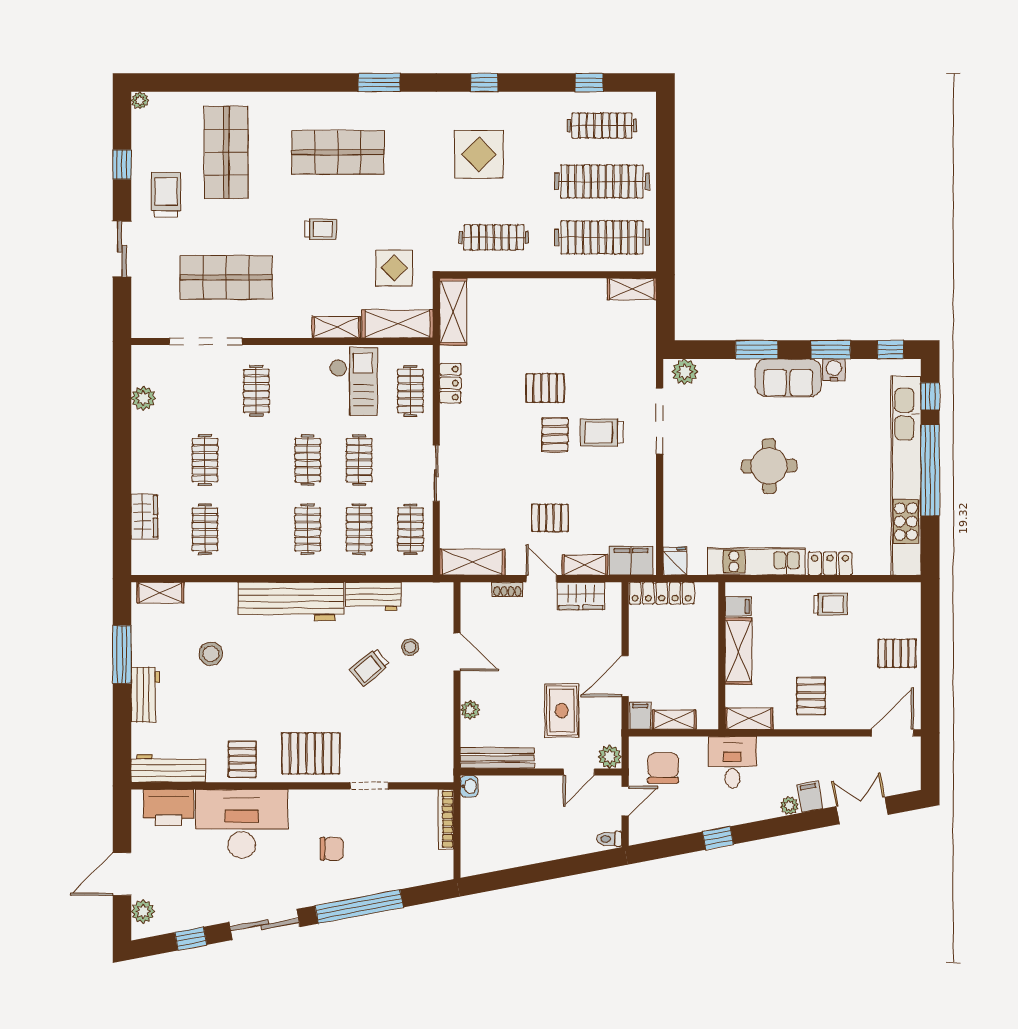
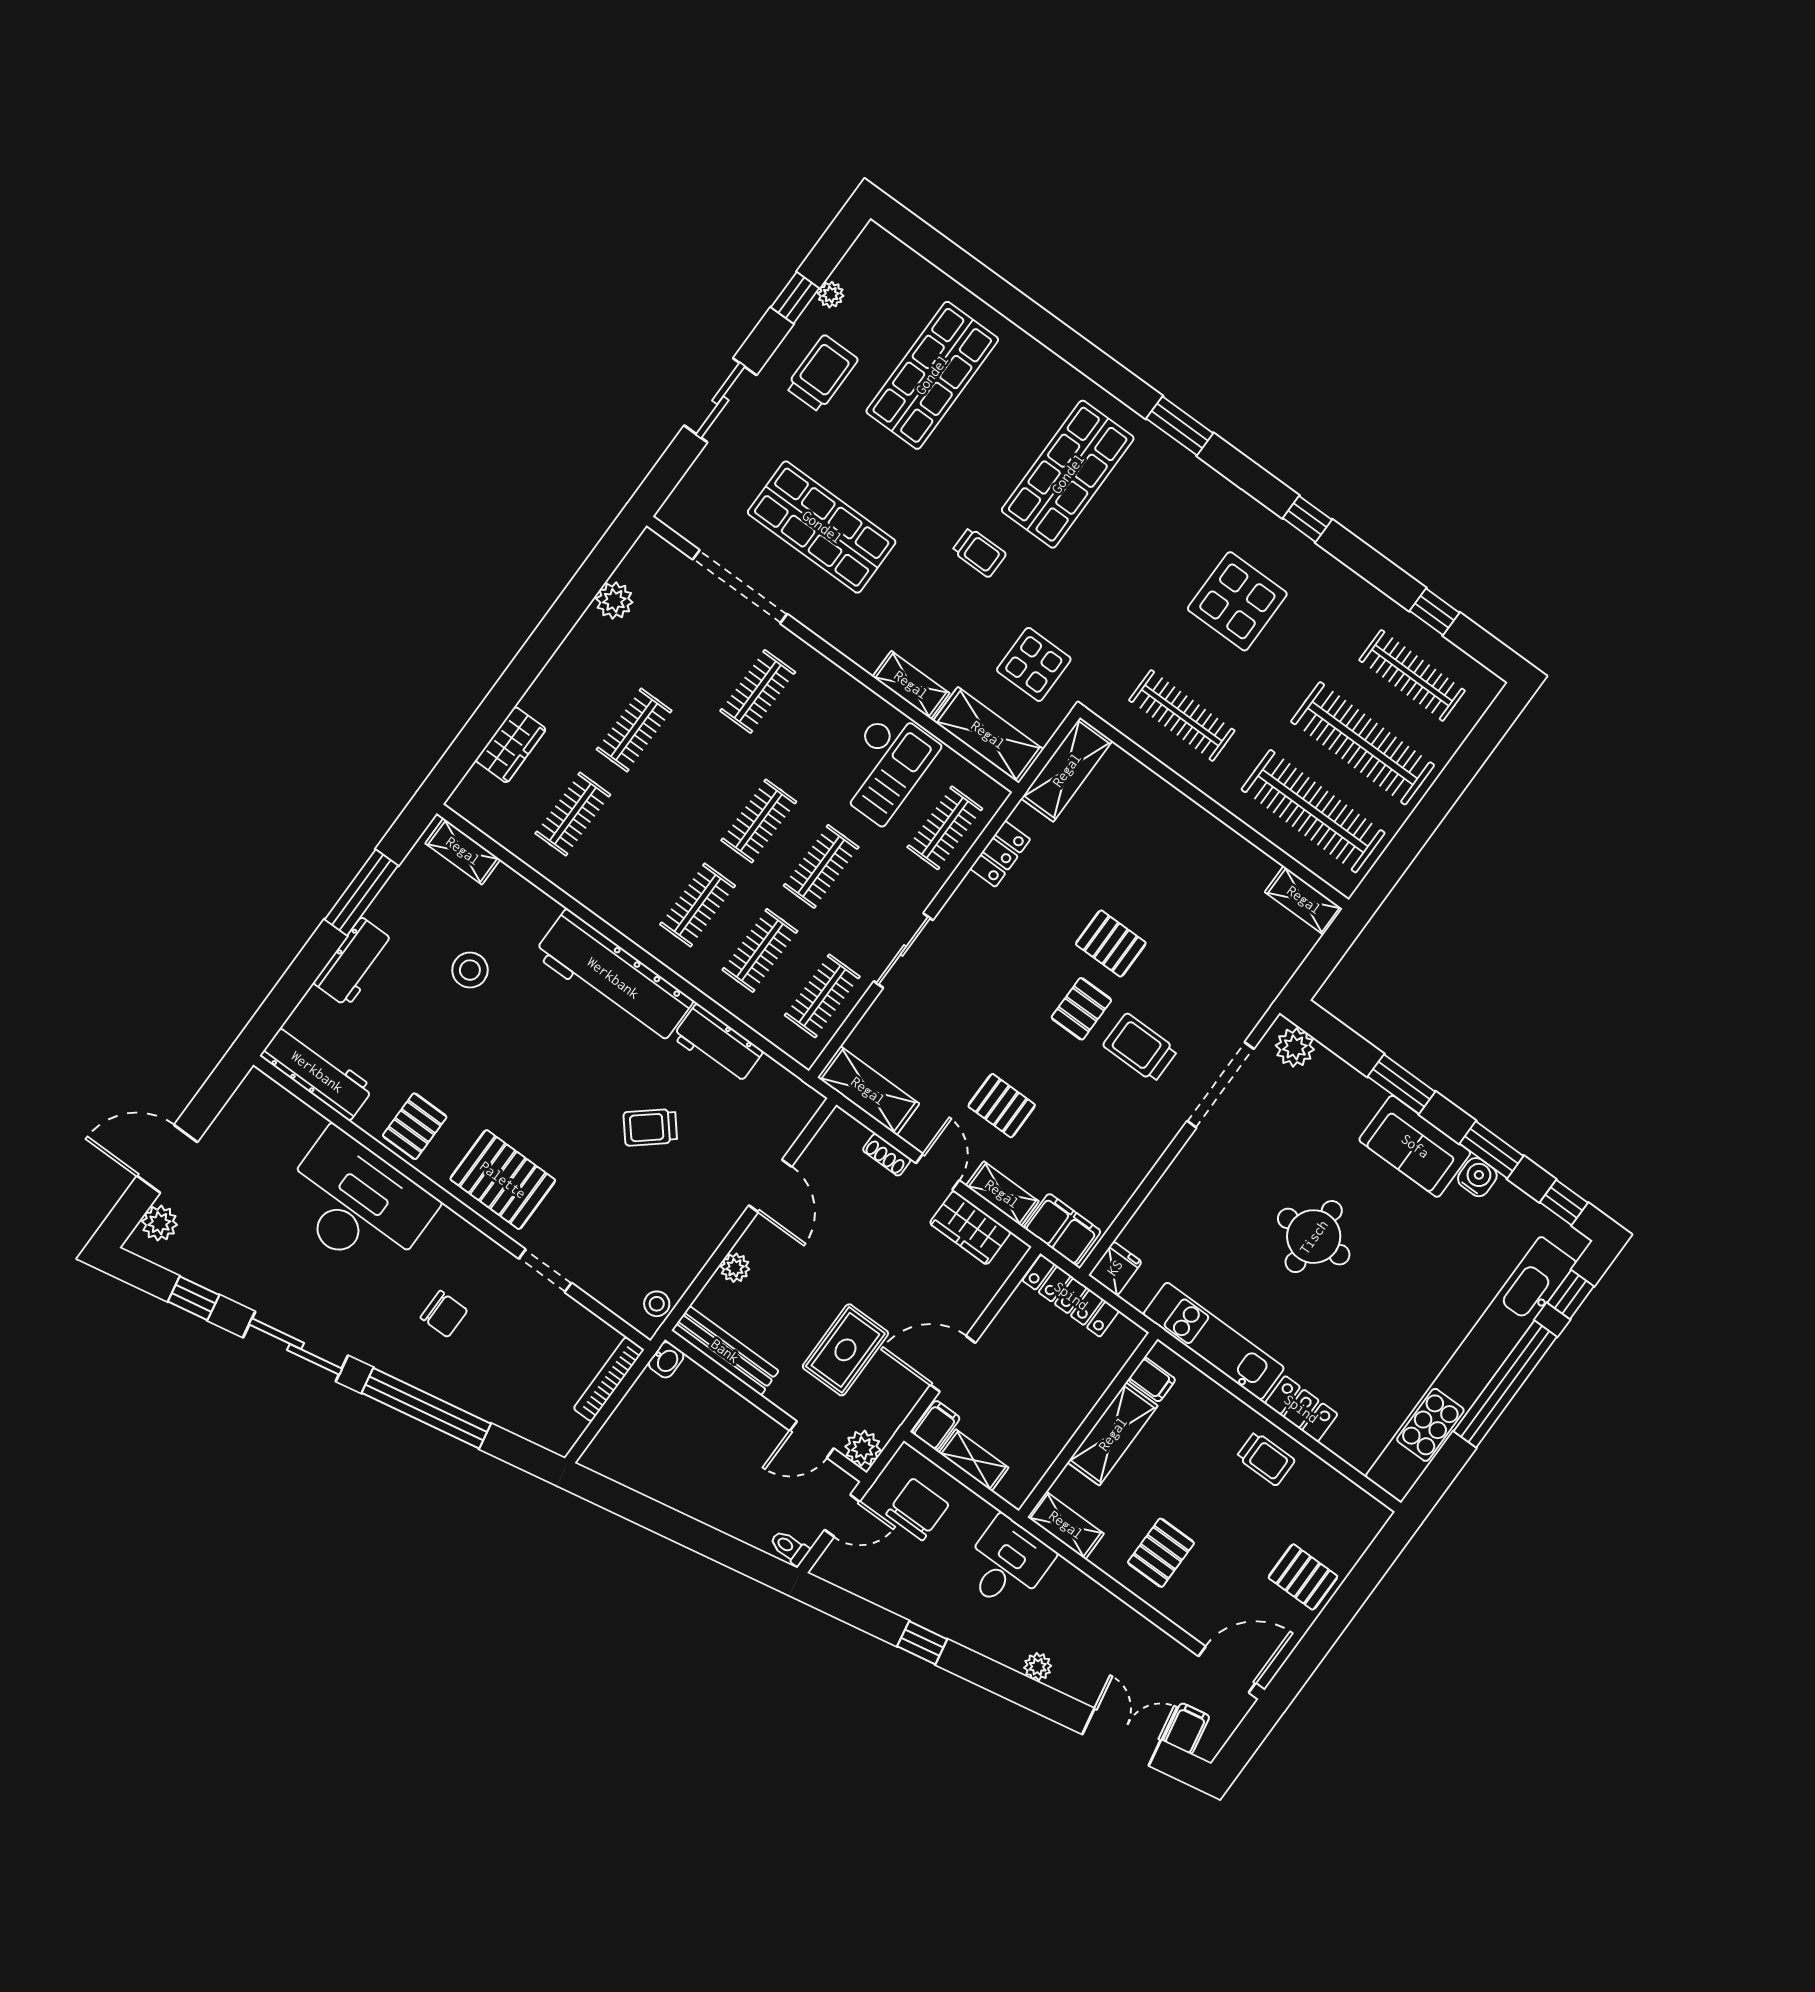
plant: (140, 100) -> (831, 295), moved
shop shelf: (338, 152) -> (1068, 474), turned 90
stool: (410, 647) -> (657, 1304), moved
filing cabinet: (810, 797) -> (1186, 1729), moved
printer: (169, 807) -> (283, 1119), removed

